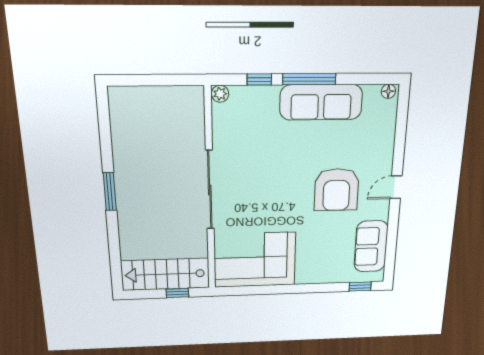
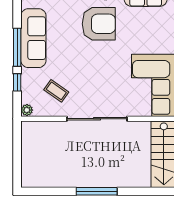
coffee table: (247, 135) -> (56, 91), added
window: (110, 192) -> (97, 191), width x1.44

